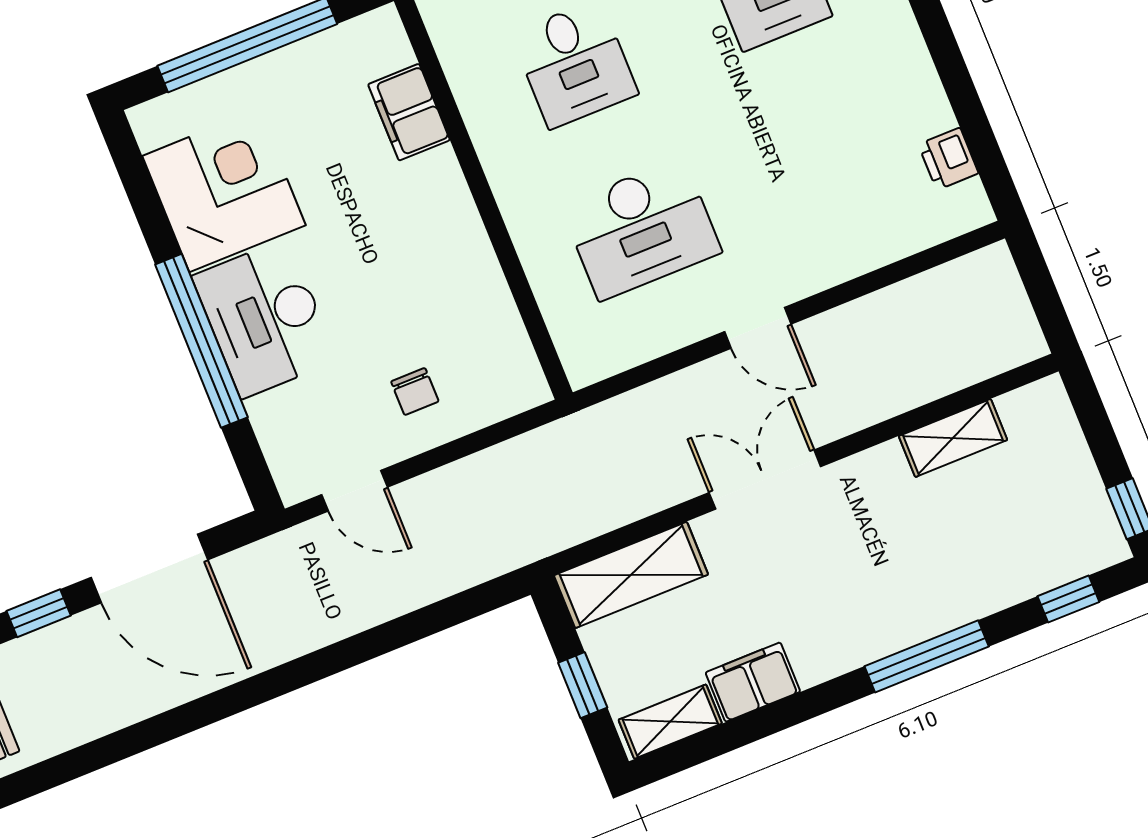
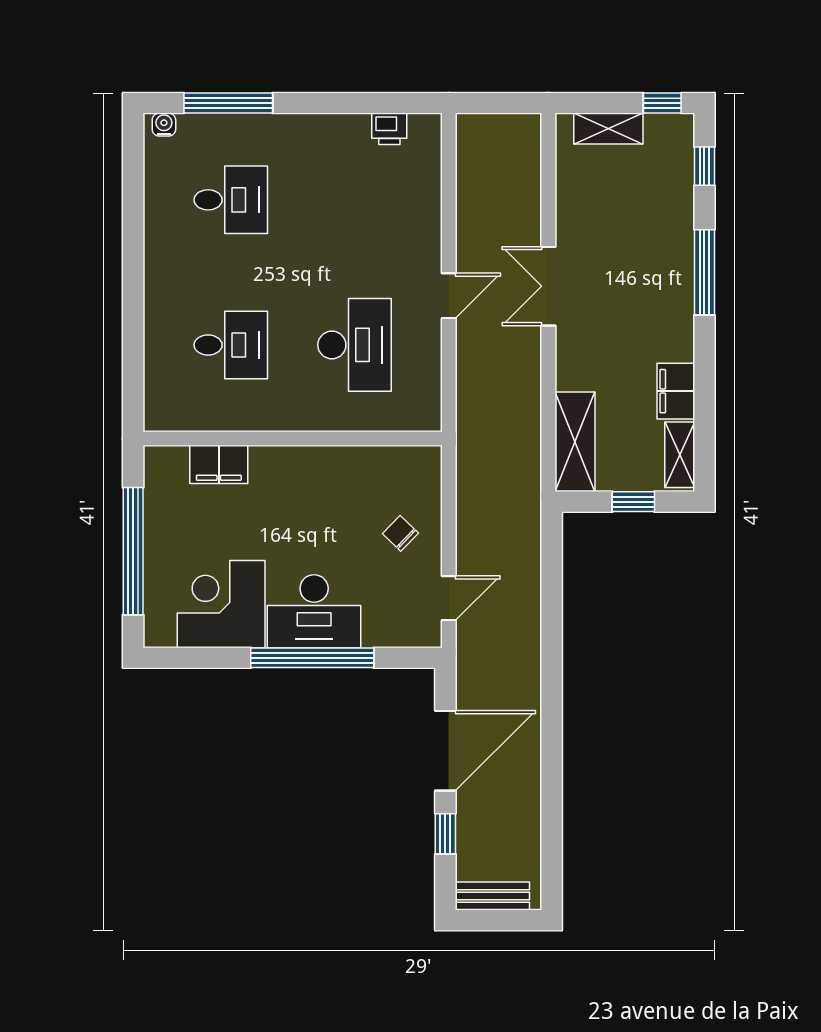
chair: (415, 392) -> (400, 533), turned -136
shelving: (953, 438) -> (608, 129), moved, turned 90
double door: (765, 480) -> (548, 286), moved

